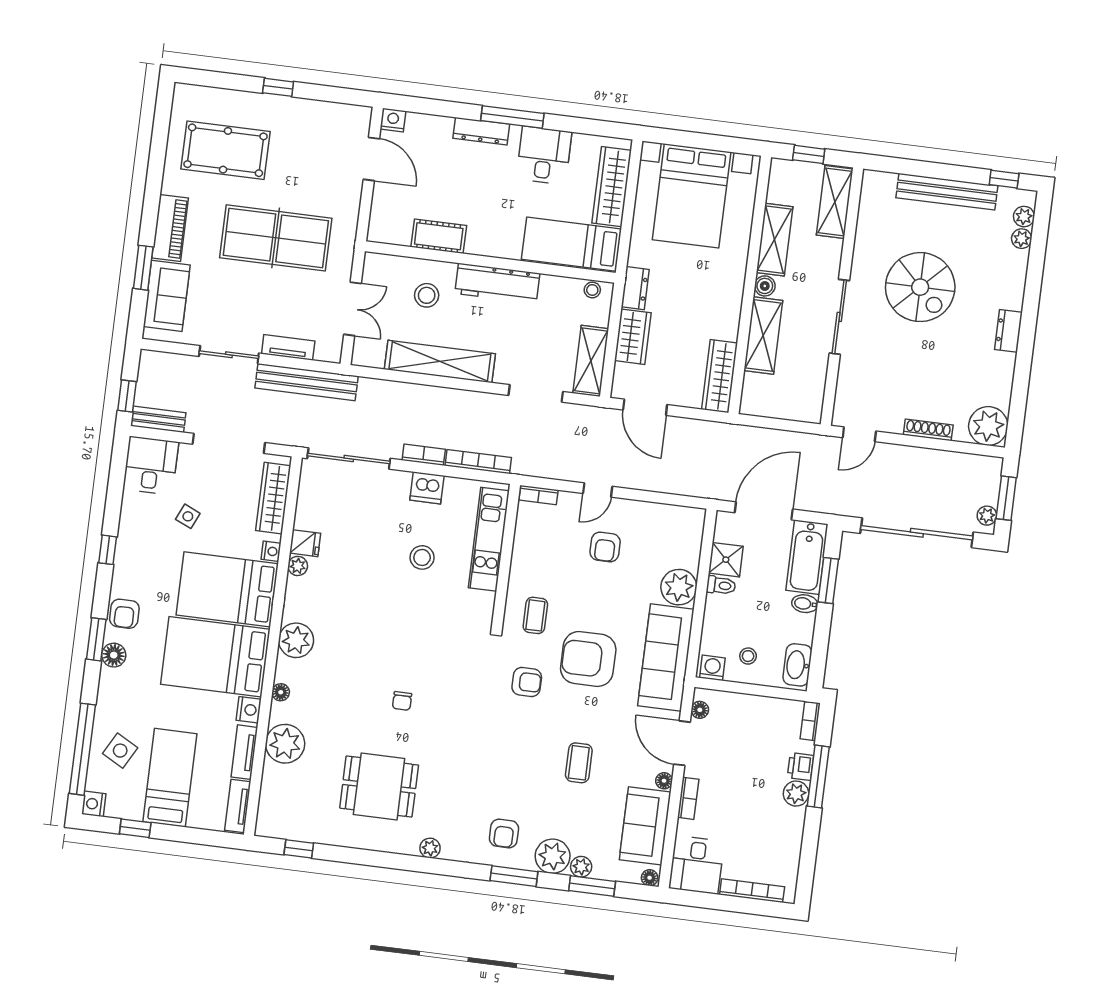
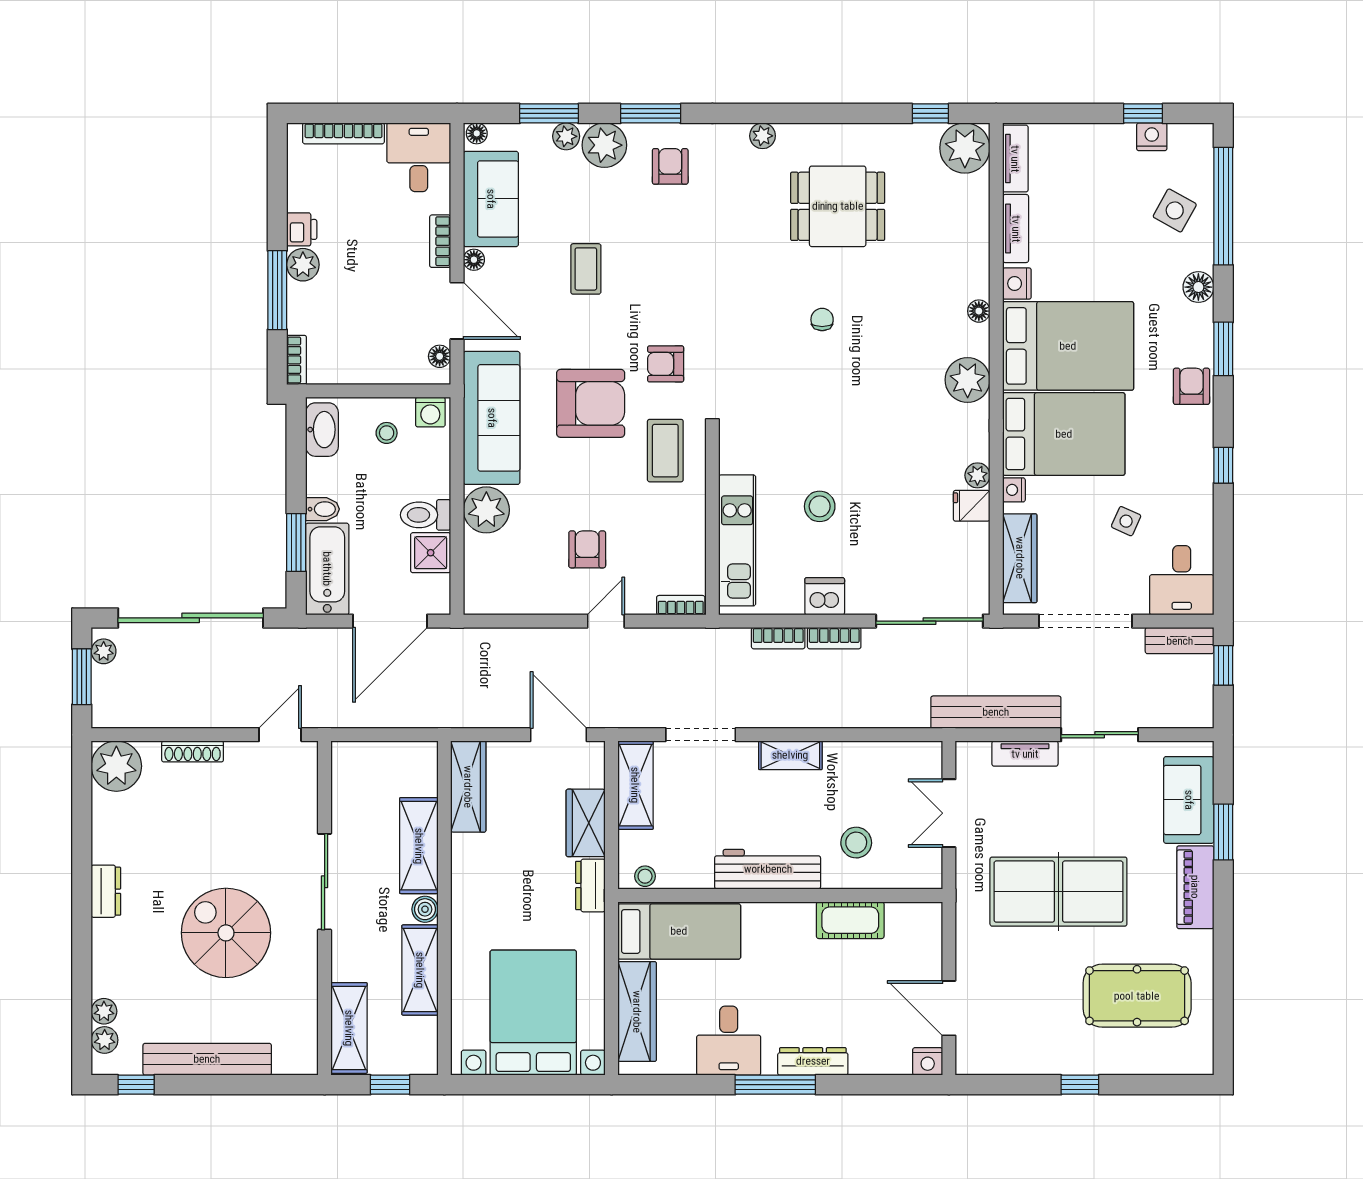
shelving: (440, 362) -> (790, 755), width x0.45, depth x0.75
bookcase: (478, 462) -> (778, 638), width x0.64
toilet: (721, 585) -> (426, 515), width x1.37, depth x1.39
coffee table: (535, 615) -> (665, 451), width x1.36, depth x1.30
floor lamp: (114, 655) -> (1198, 287), moved
plant: (285, 744) -> (965, 148), moved
printer: (800, 767) -> (302, 229), moved
bed: (170, 778) -> (1107, 184), removed
nightstand: (94, 804) -> (1152, 137), moved, turned -90

